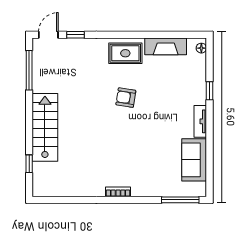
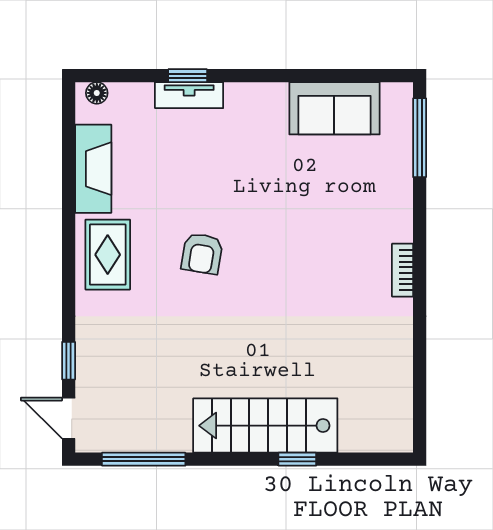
tv unit: (200, 121) -> (189, 95), moved
window: (29, 164) -> (297, 459), moved

